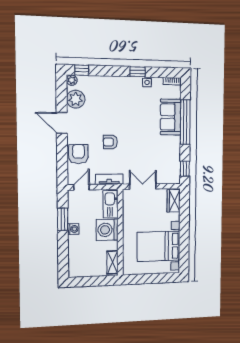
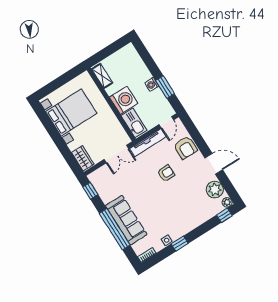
sofa: (171, 117) -> (126, 220), width x1.36
tv unit: (109, 179) -> (148, 143), width x1.41

